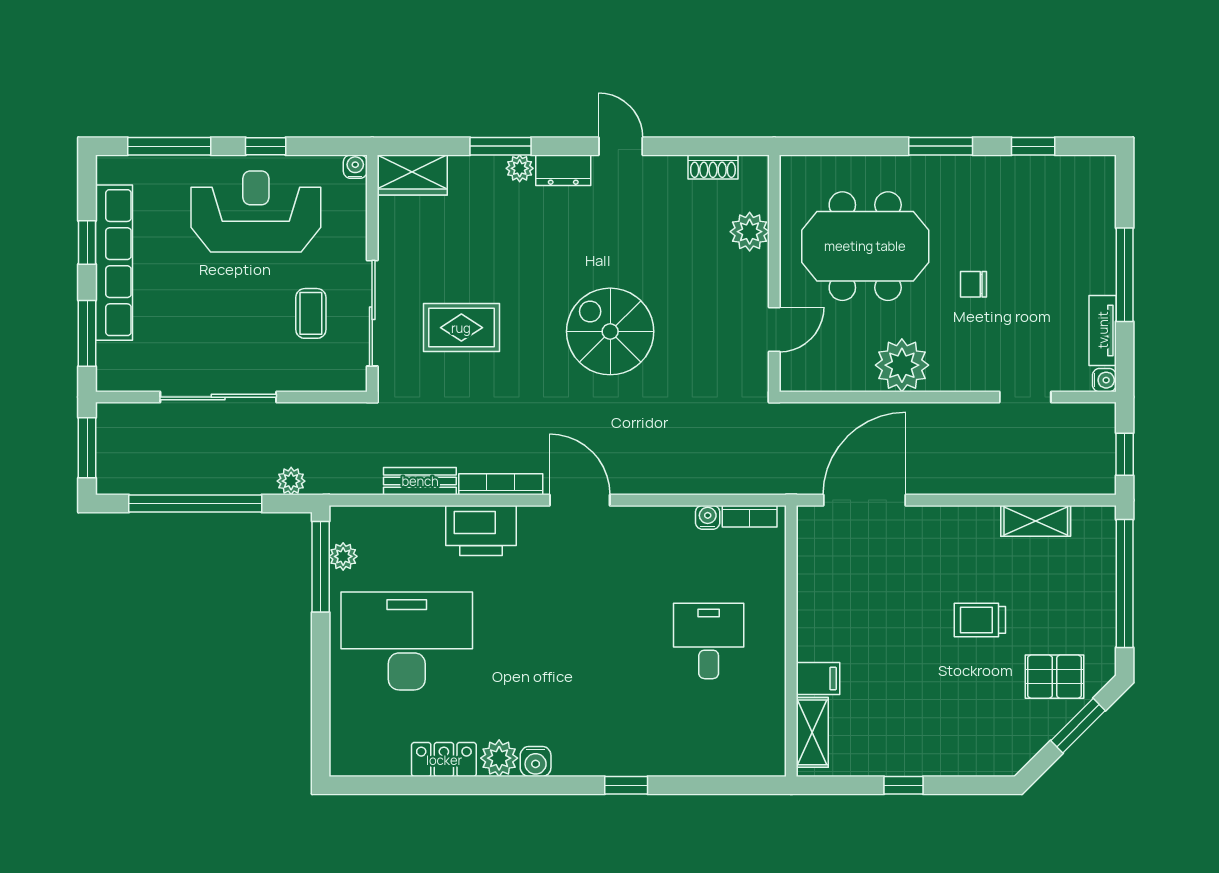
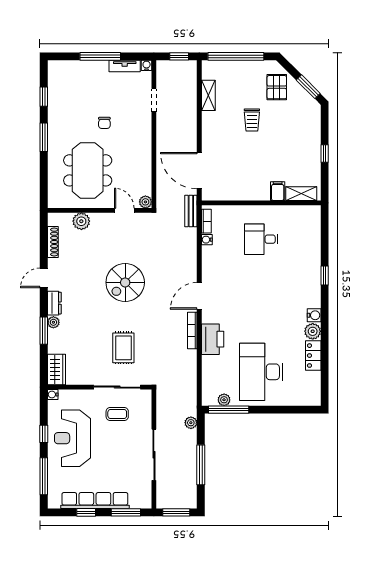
shoe rack: (713, 167) -> (53, 242), width x1.43
plant: (902, 365) -> (145, 202), moved, width x0.53, depth x0.53
bench: (420, 481) -> (191, 211), moved
window: (195, 504) -> (201, 465), width x0.68
window: (1078, 726) -> (308, 87), moved

